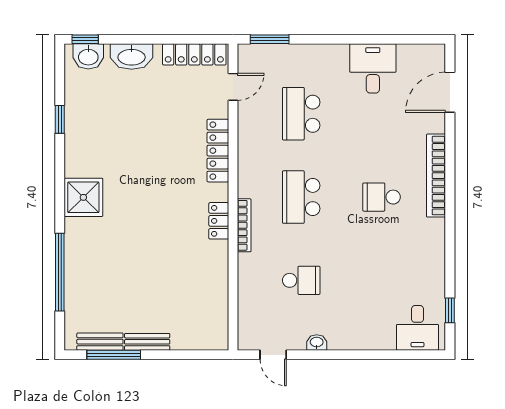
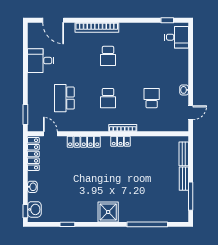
washbasin: (132, 56) -> (32, 187), width x0.52, depth x0.69
school desk: (301, 114) -> (64, 98), turned 90
school desk: (301, 197) -> (108, 98), width x0.54
bench: (100, 342) -> (184, 154), moved

